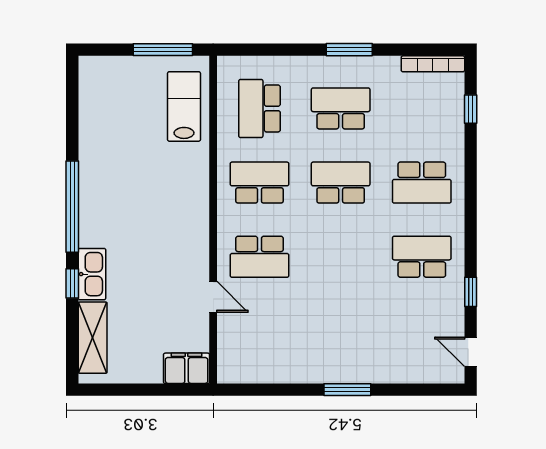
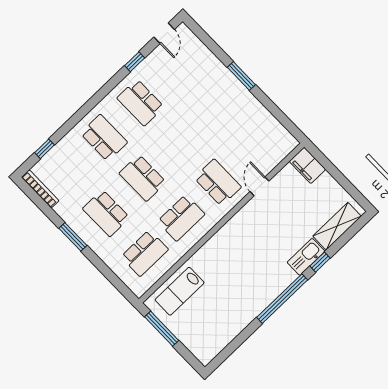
school desk: (259, 183) -> (181, 218), turned -90

